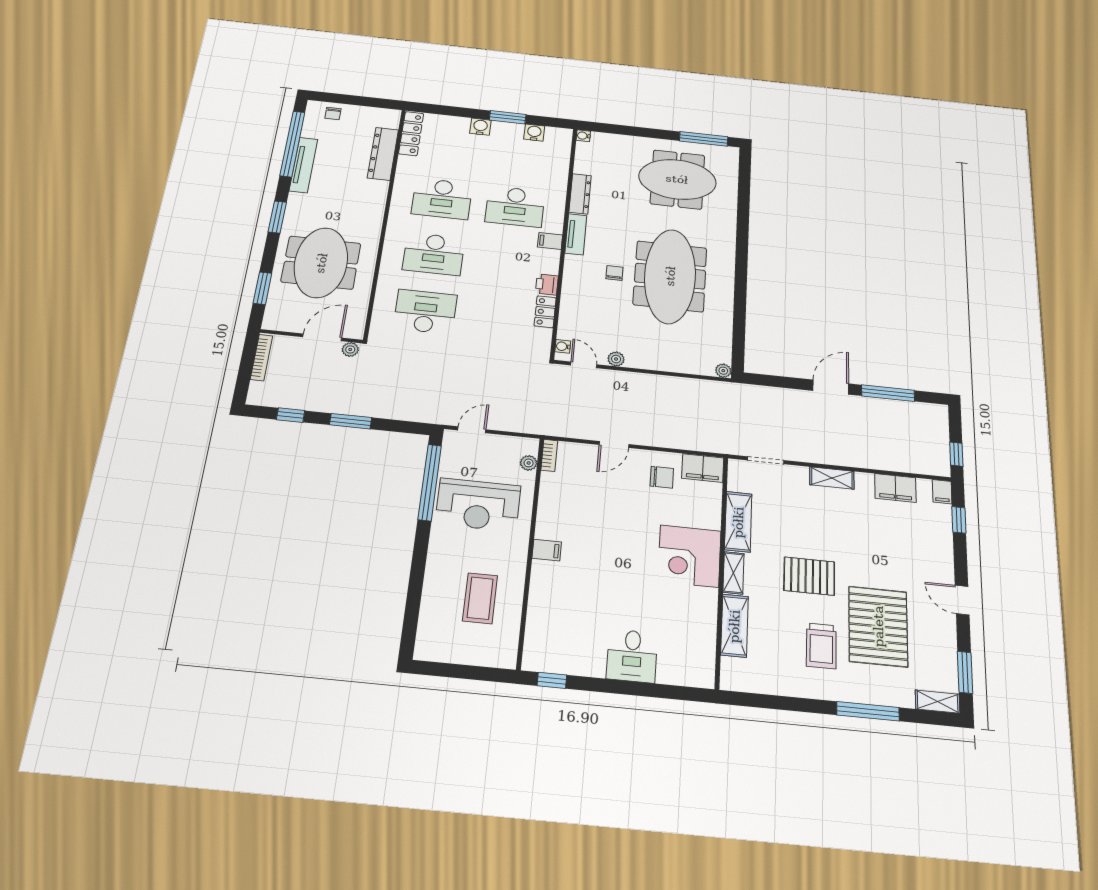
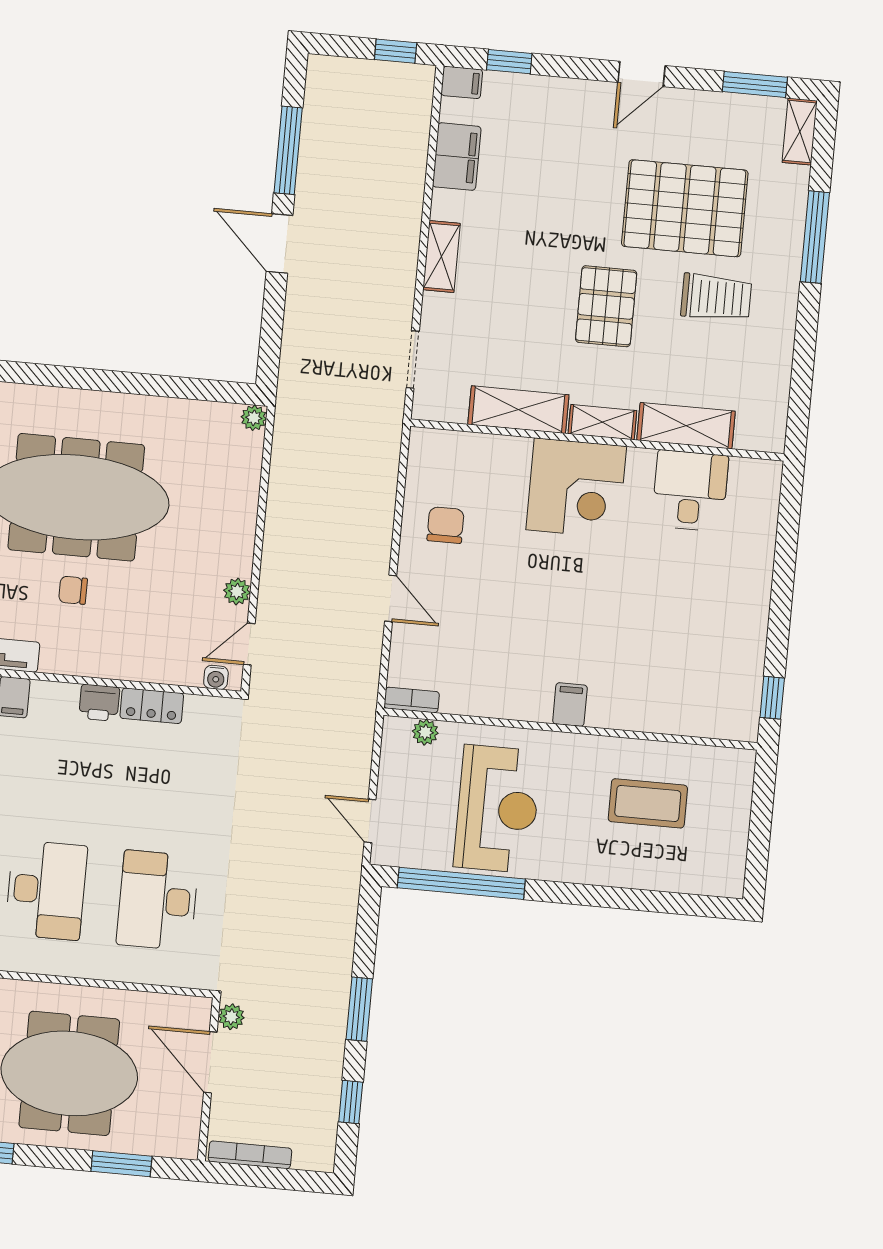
filing cabinet: (703, 468) -> (428, 460), removed
desk: (632, 656) -> (690, 491), moved, turned -90

